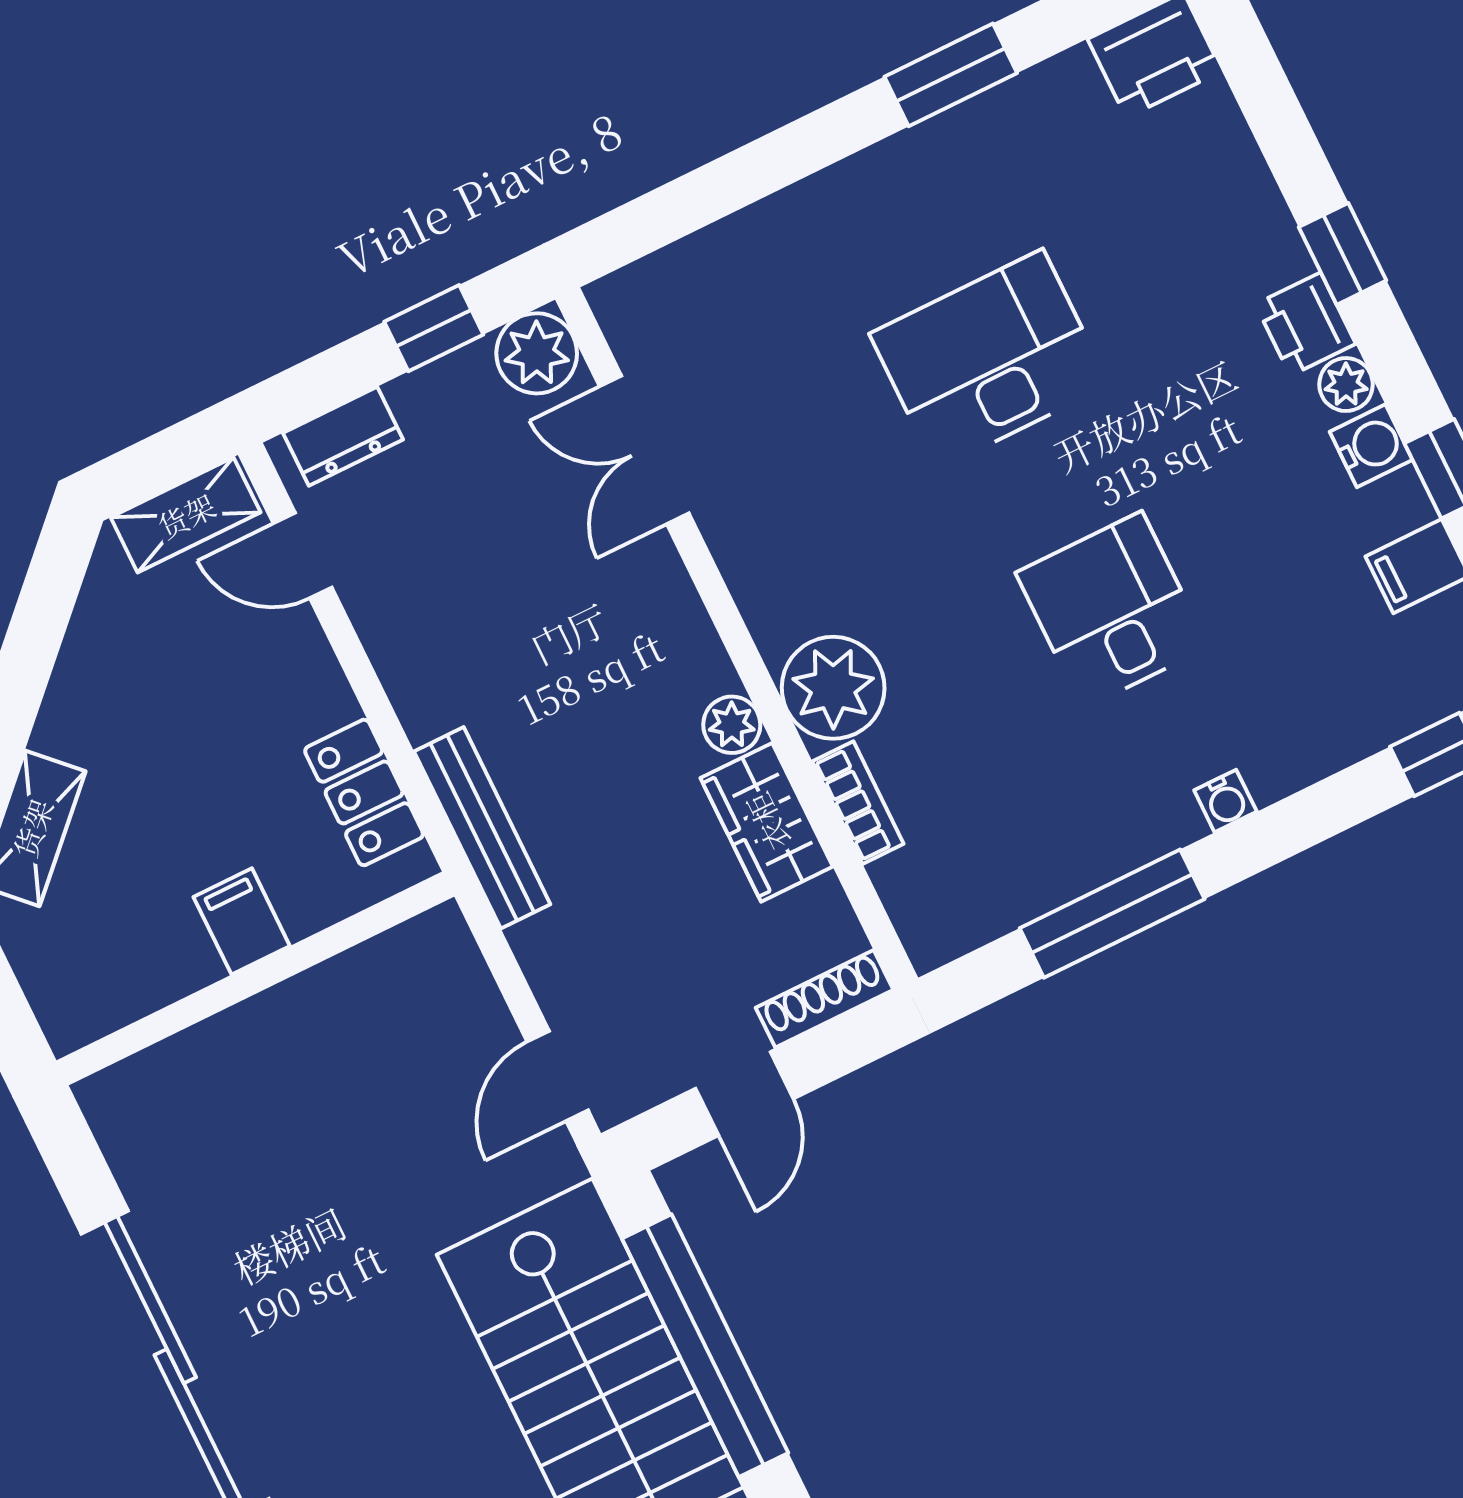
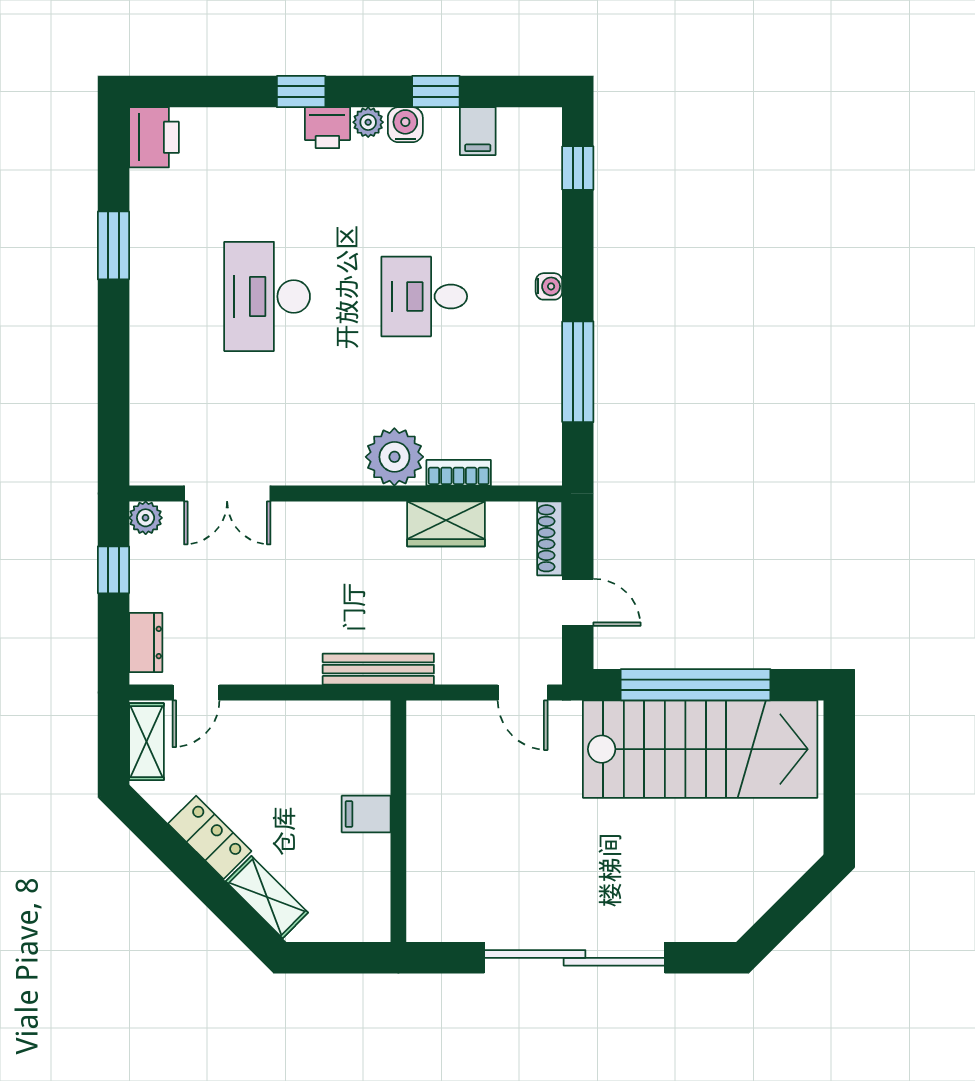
plant: (537, 353) -> (146, 518), width x0.73, depth x0.73
plant: (732, 725) -> (388, 517), removed
locker: (364, 792) -> (210, 837), moved, turned -135

